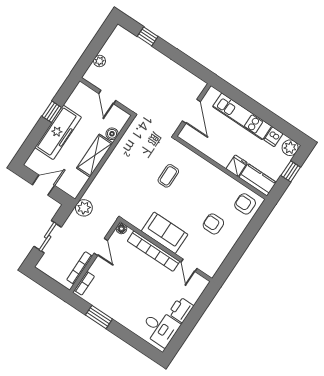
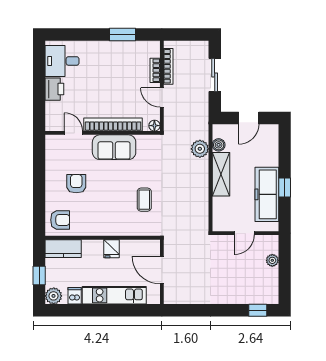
window: (148, 36) -> (258, 310), moved
door: (107, 97) -> (244, 233), swing flipped
freezer: (58, 132) -> (267, 194), moved
boiler: (112, 134) -> (219, 145), moved
fridge: (237, 166) -> (111, 249), moved
plant: (84, 208) -> (200, 149), moved
armchair: (213, 224) -> (76, 184), turned -90
bookcase: (84, 283) -> (155, 70), moved

